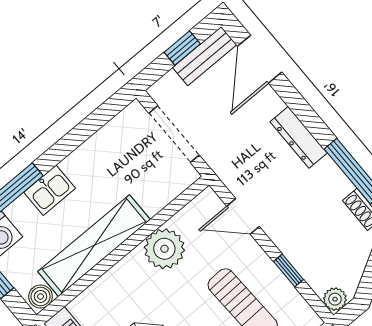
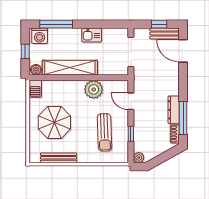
door: (260, 59) -> (183, 51), hinge flipped
dresser: (299, 137) -> (174, 110), moved
kitchen sink: (50, 190) -> (92, 35), moved

